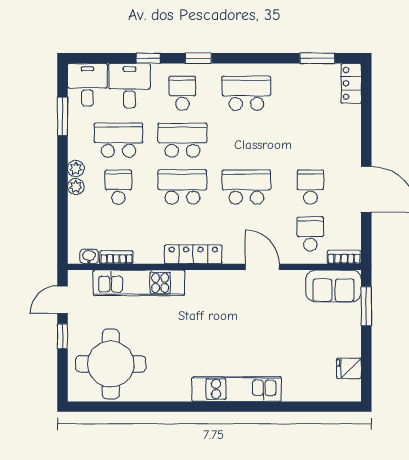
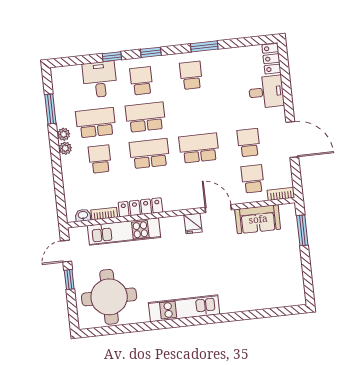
window: (317, 58) -> (204, 46), moved
desk: (87, 85) -> (266, 92), moved, turned 90
school desk: (246, 93) -> (191, 75), width x0.54
plant: (76, 187) -> (64, 134), moved
locker: (193, 254) -> (140, 207), moved
sofa: (333, 286) -> (258, 219), moved
fridge: (349, 368) -> (193, 223), moved, turned -90
kitchen unit: (237, 389) -> (184, 308), moved

